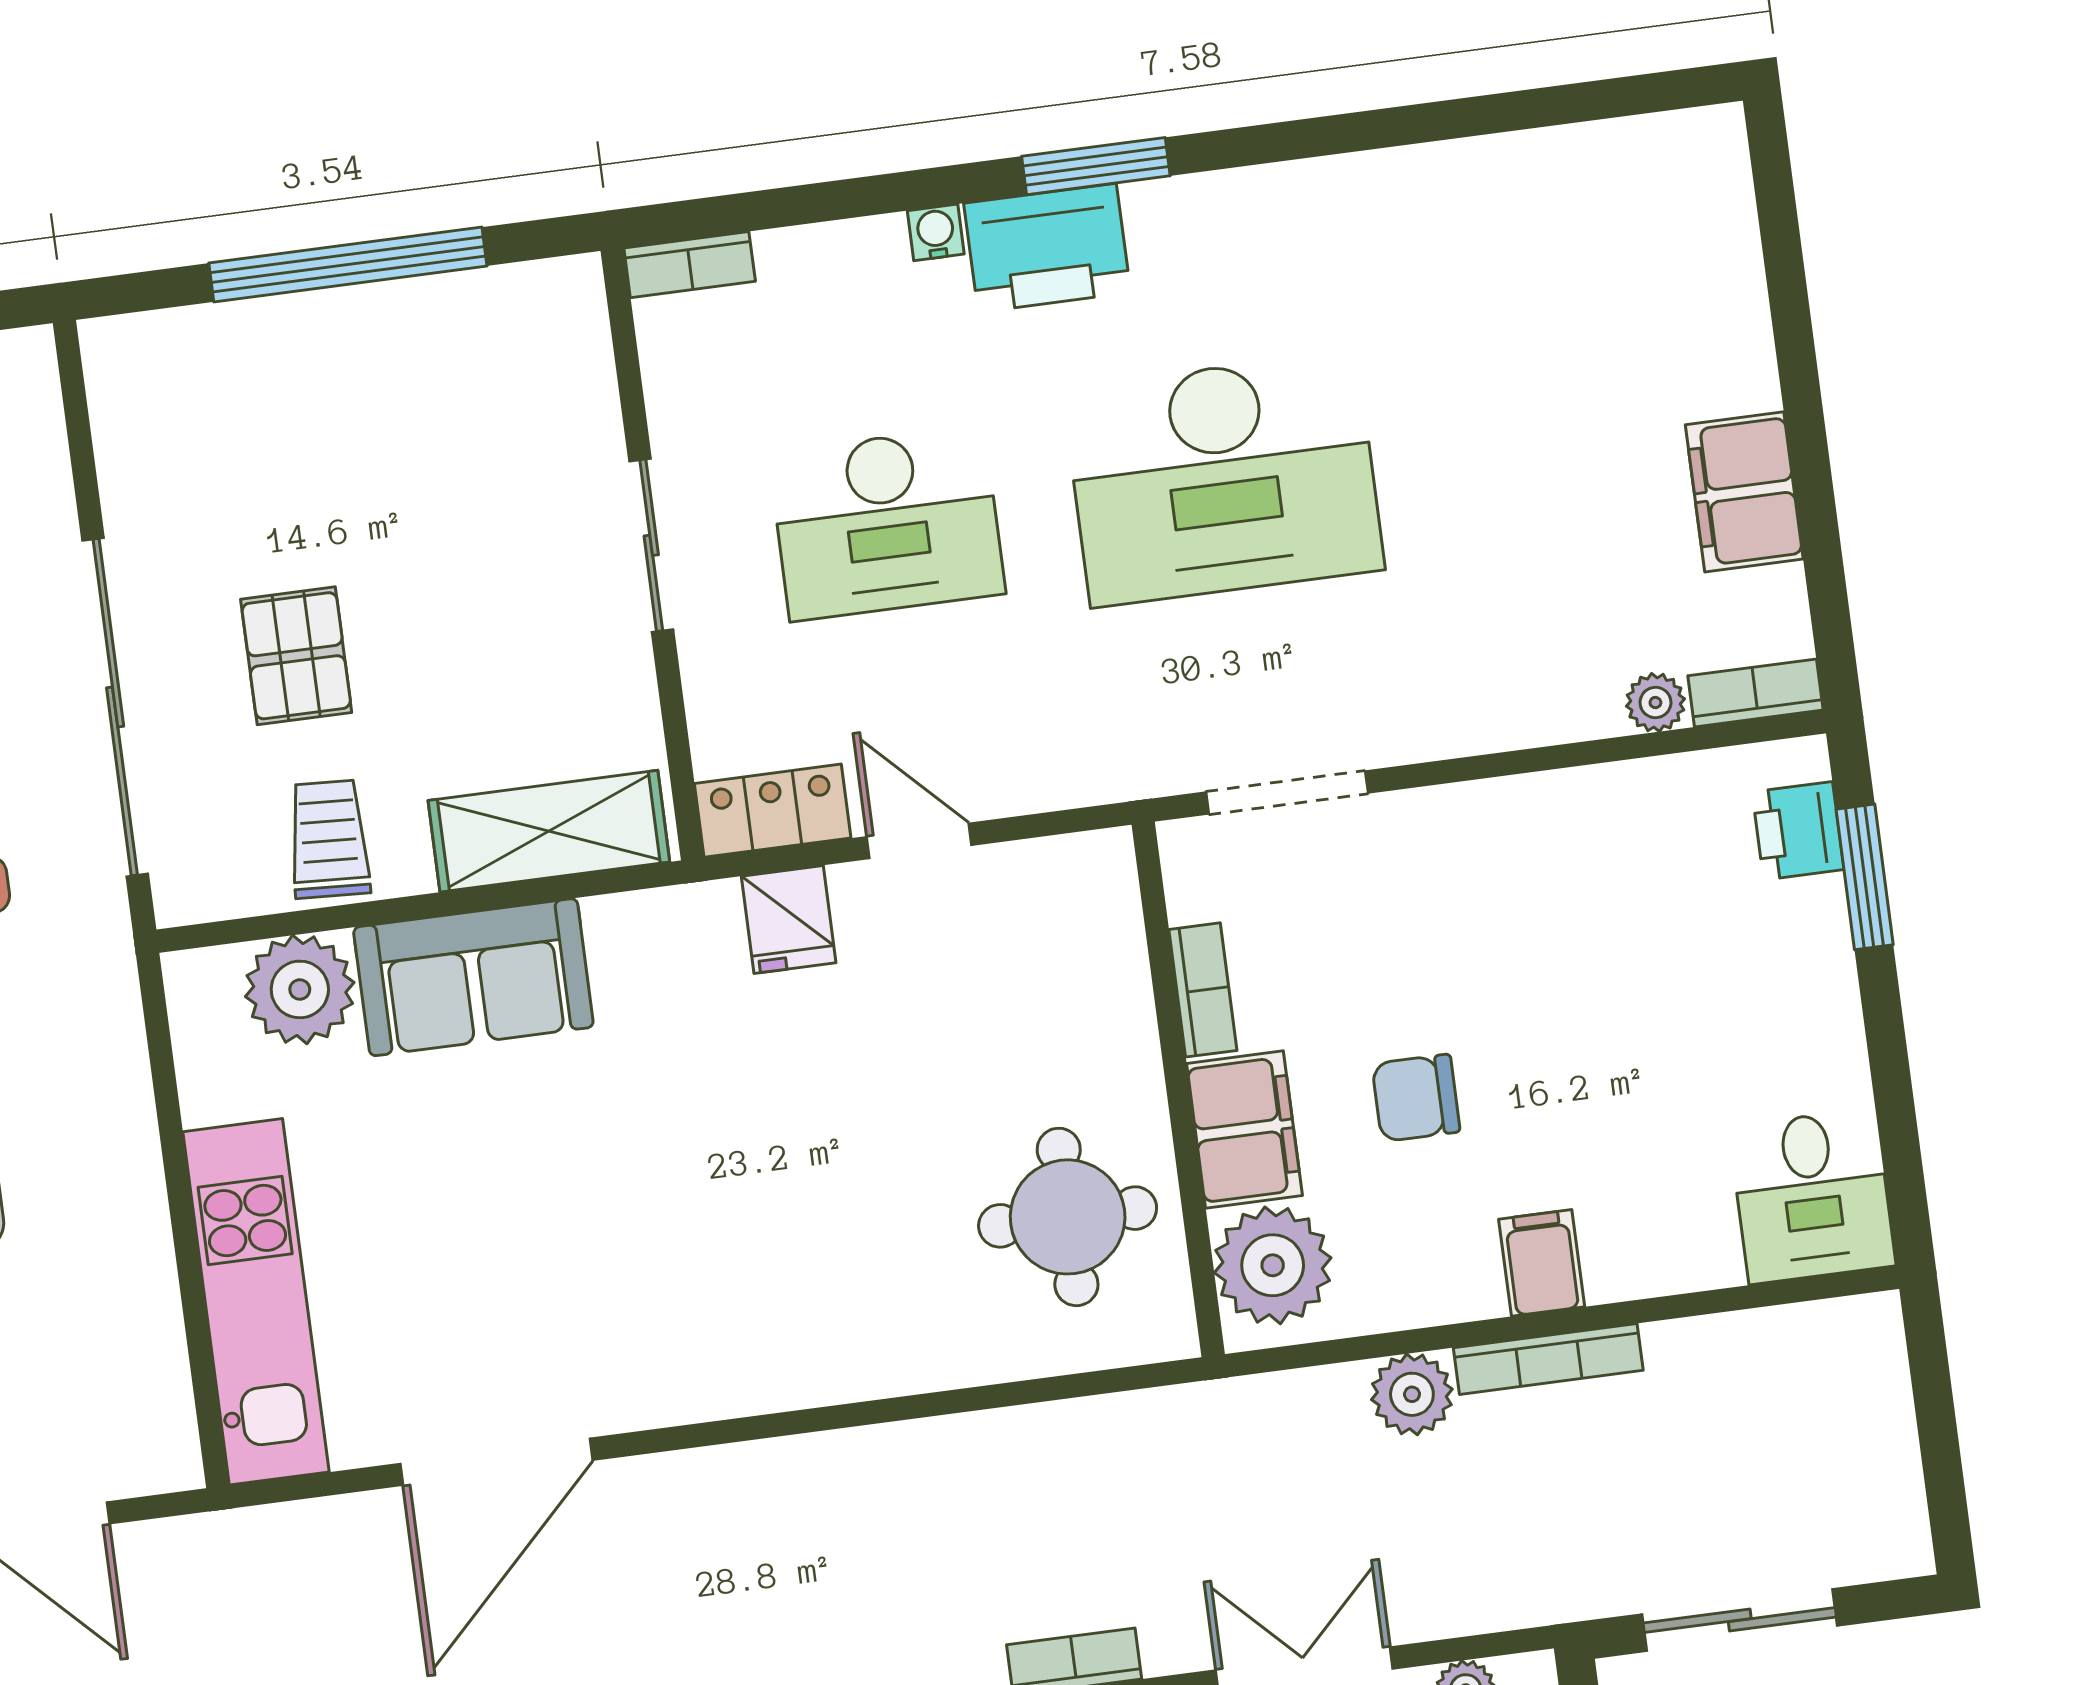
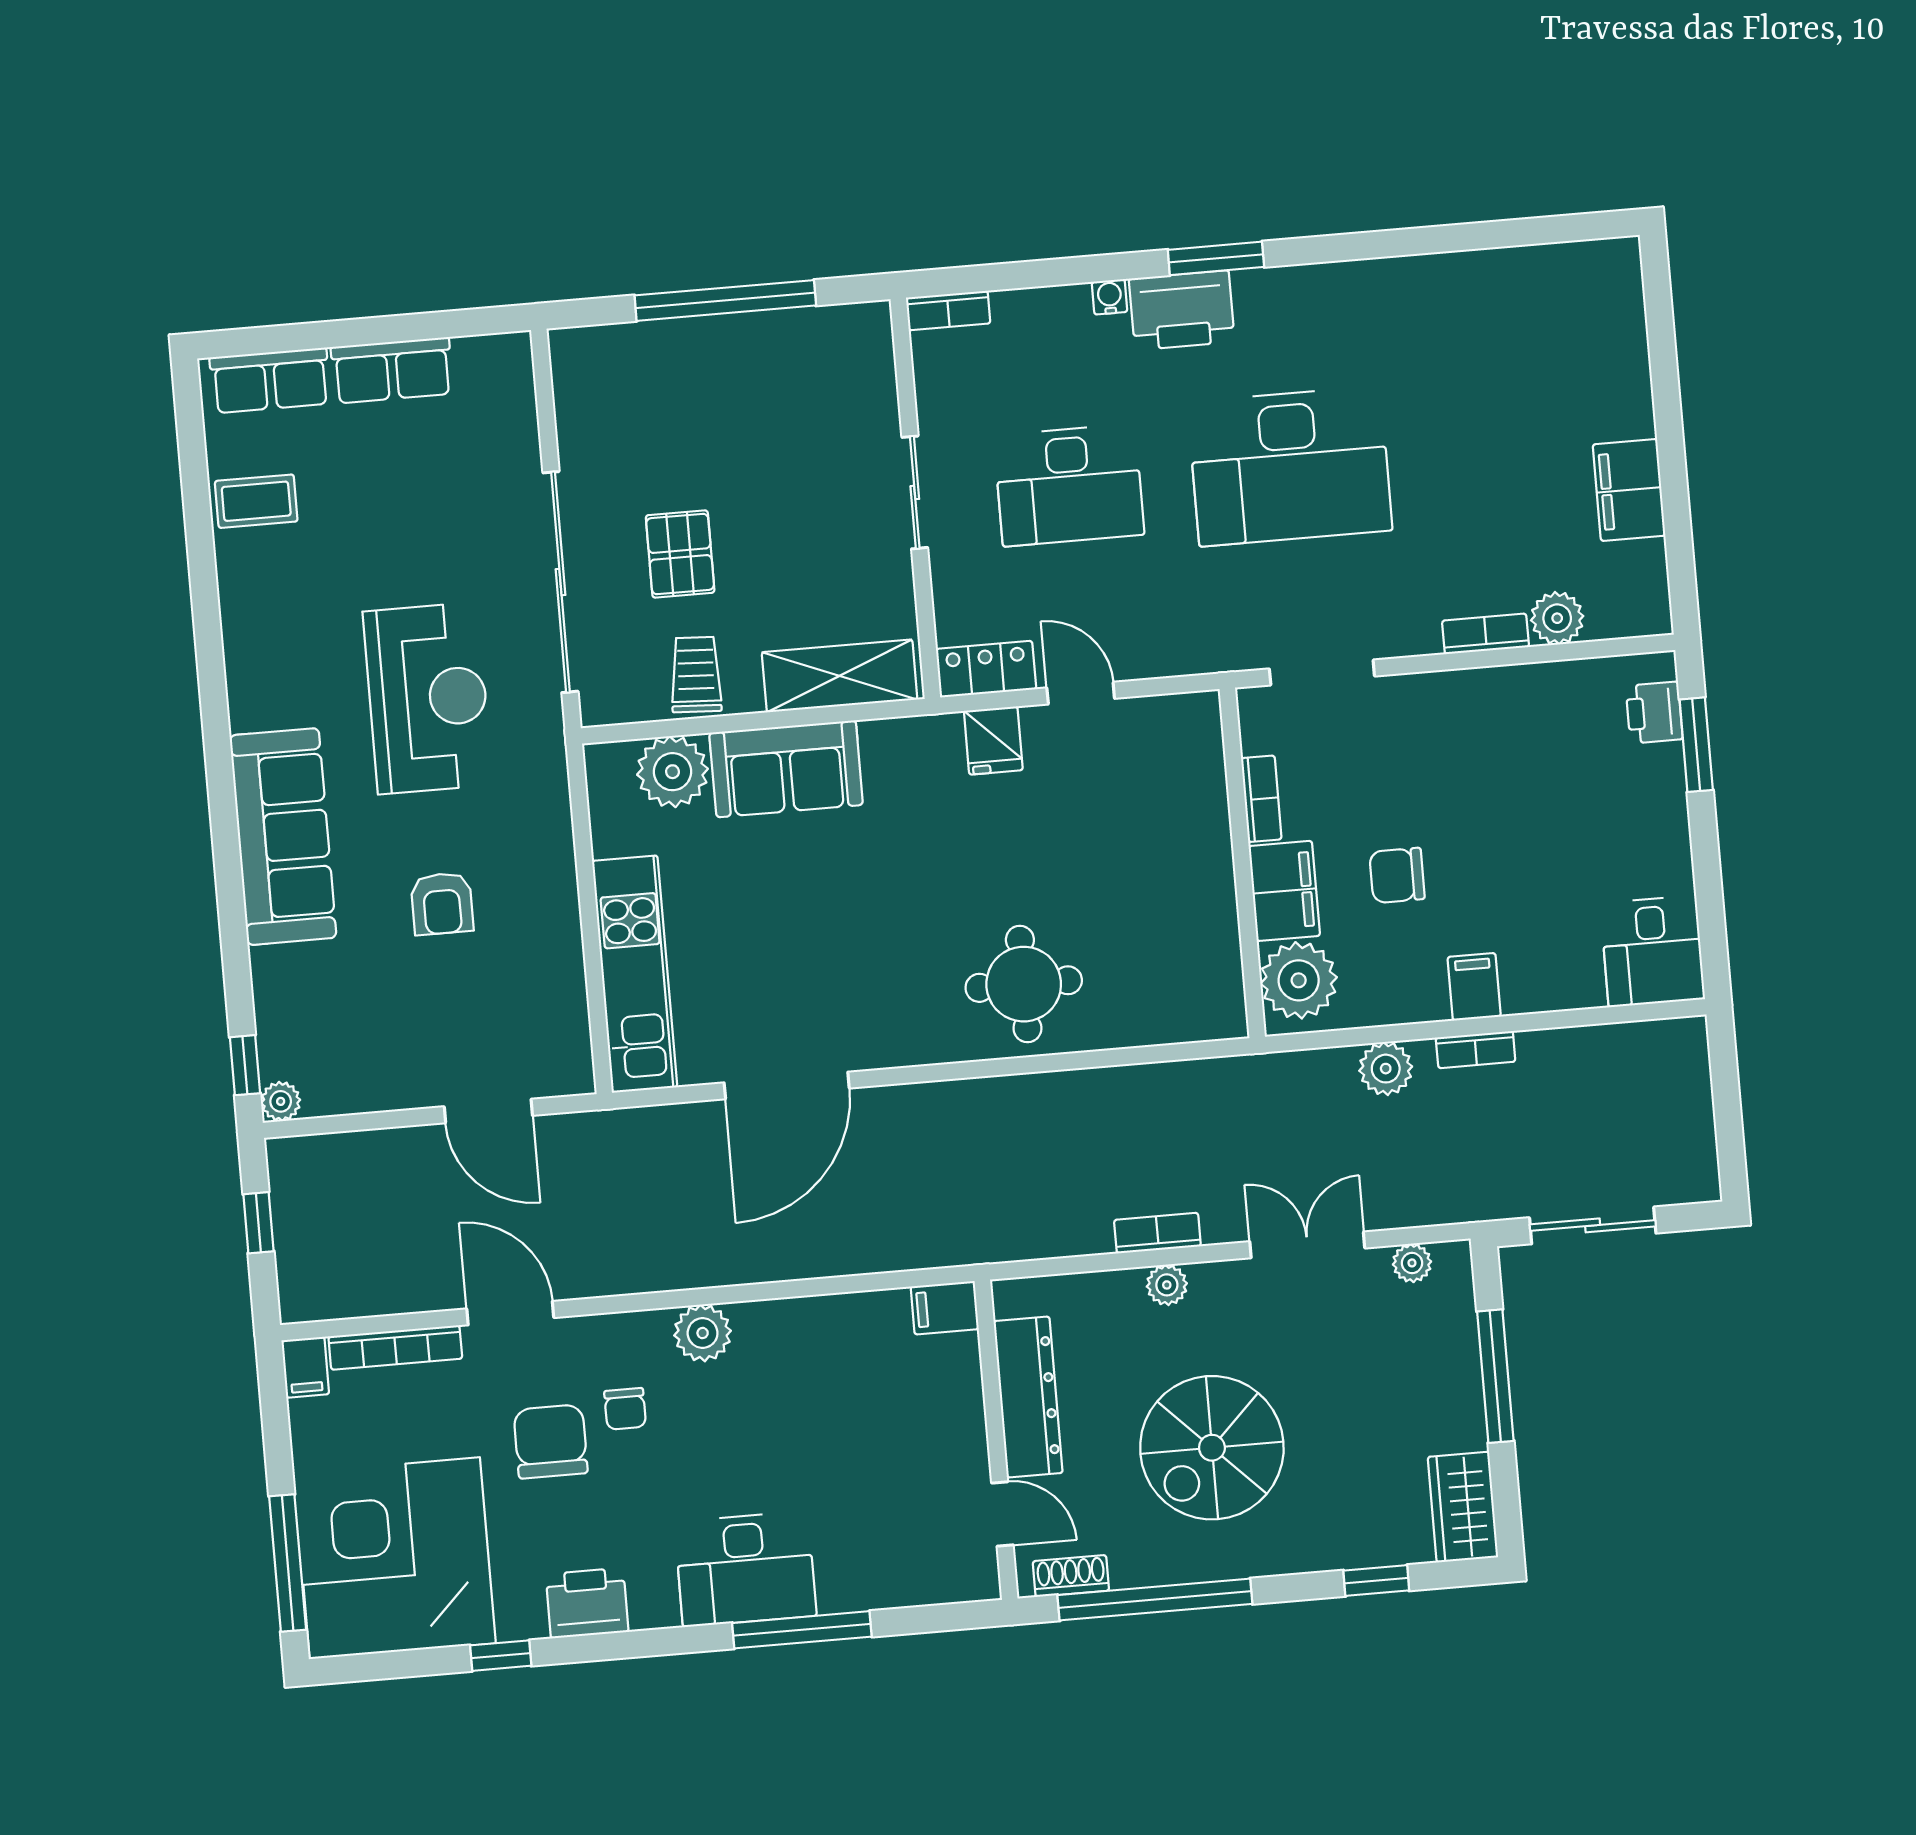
bookcase: (1755, 693) -> (1485, 634), moved
plant: (1655, 703) -> (1557, 618), width x1.38, depth x1.38
round table: (1068, 1217) -> (1024, 984), moved
bookcase: (1548, 1359) -> (1476, 1050), width x0.64

